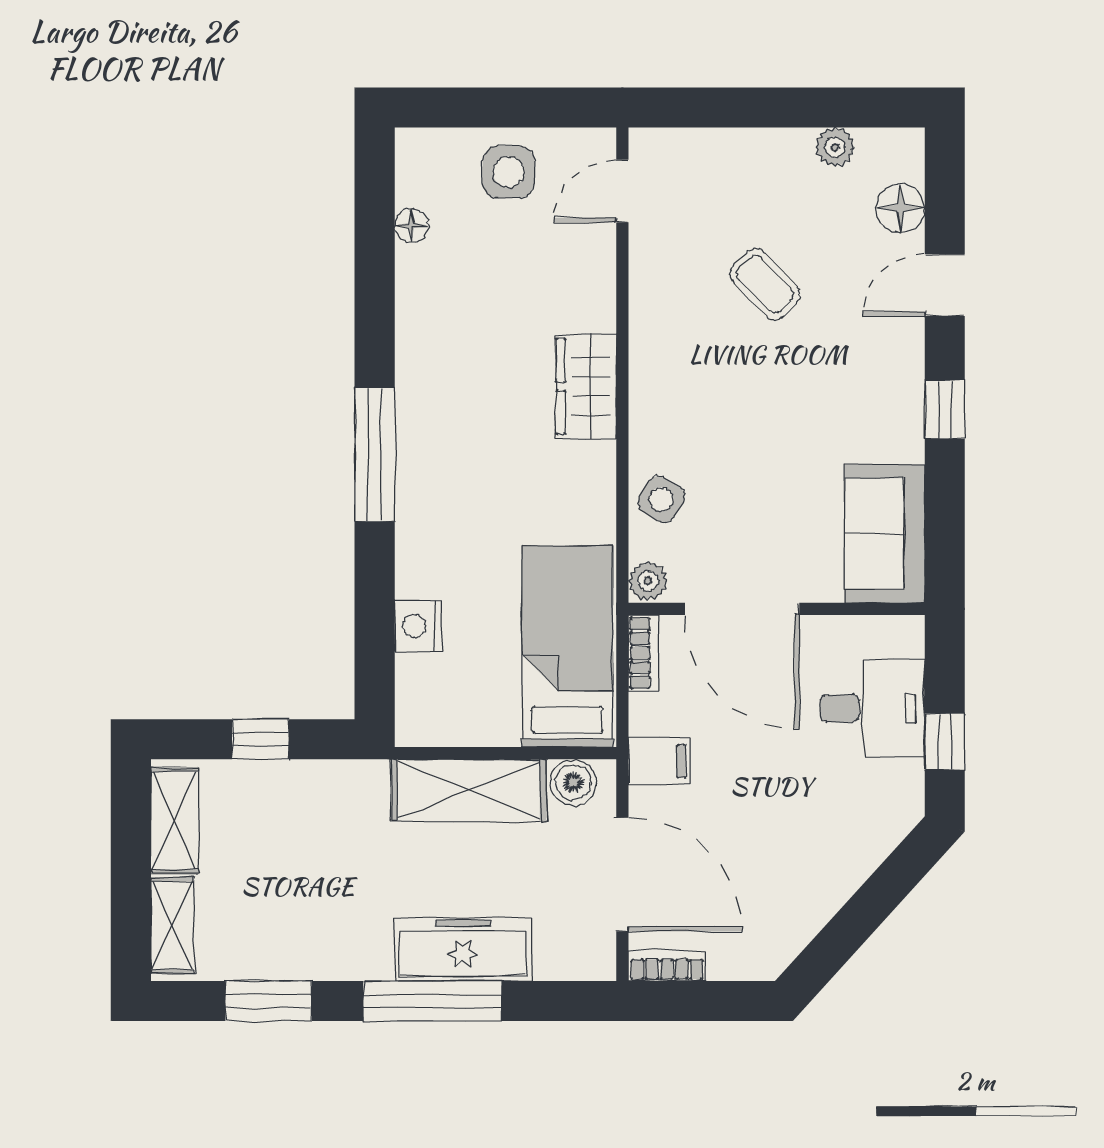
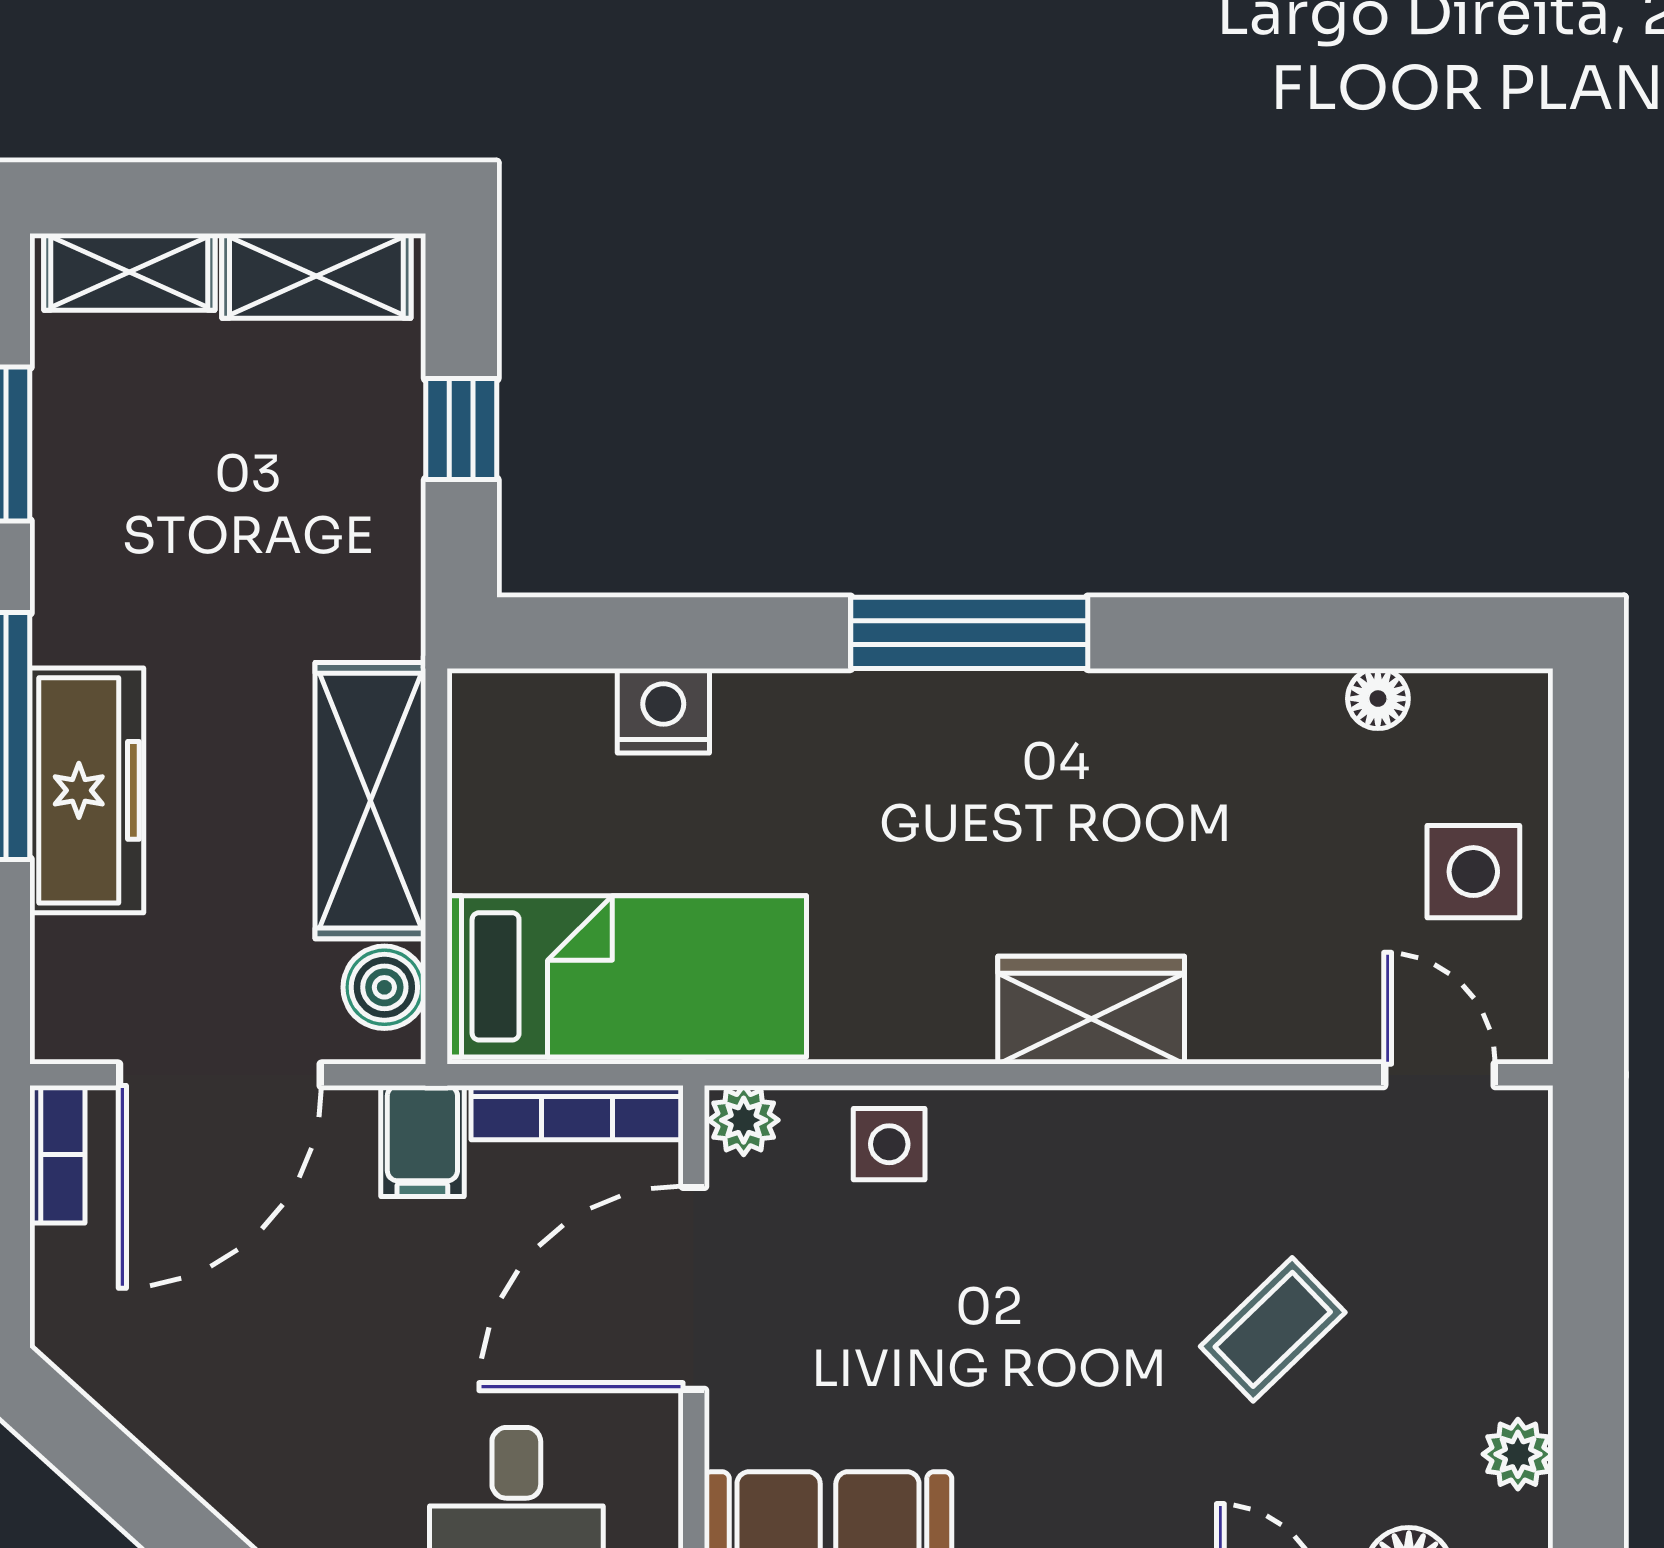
side table: (661, 499) -> (889, 1144), turned -31
bookcase: (644, 653) -> (577, 1113), width x1.56

